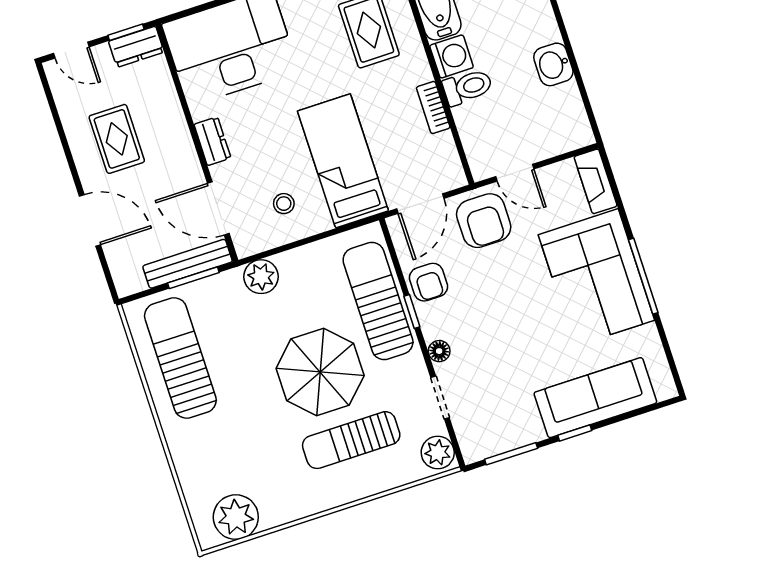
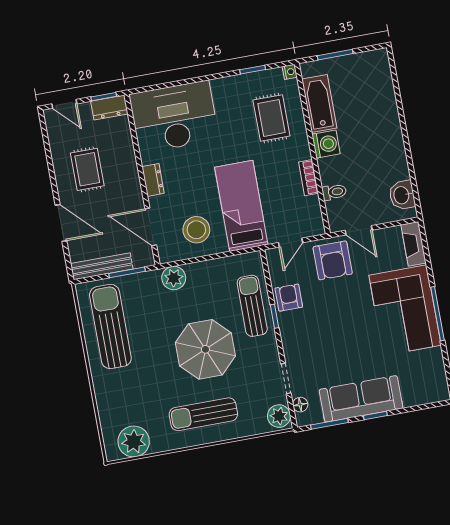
washbasin: (553, 64) -> (402, 195), moved
toilet: (468, 87) -> (334, 192), moved, width x0.73, depth x0.72
stool: (284, 204) -> (196, 230), width x1.89, depth x1.89
door: (420, 204) -> (291, 243), width x0.73
bench: (188, 264) -> (102, 266), moved
armchair: (429, 282) -> (289, 298), turned 180
sun lounger: (378, 301) -> (252, 306), width x0.73, depth x0.75
floor lamp: (439, 351) -> (300, 405), moved
sofa: (595, 398) -> (361, 399), moved
sun lounger: (351, 440) -> (203, 414), moved

